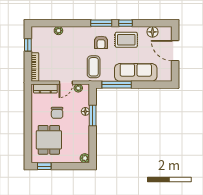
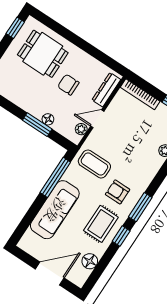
door: (66, 83) -> (97, 119), hinge flipped

